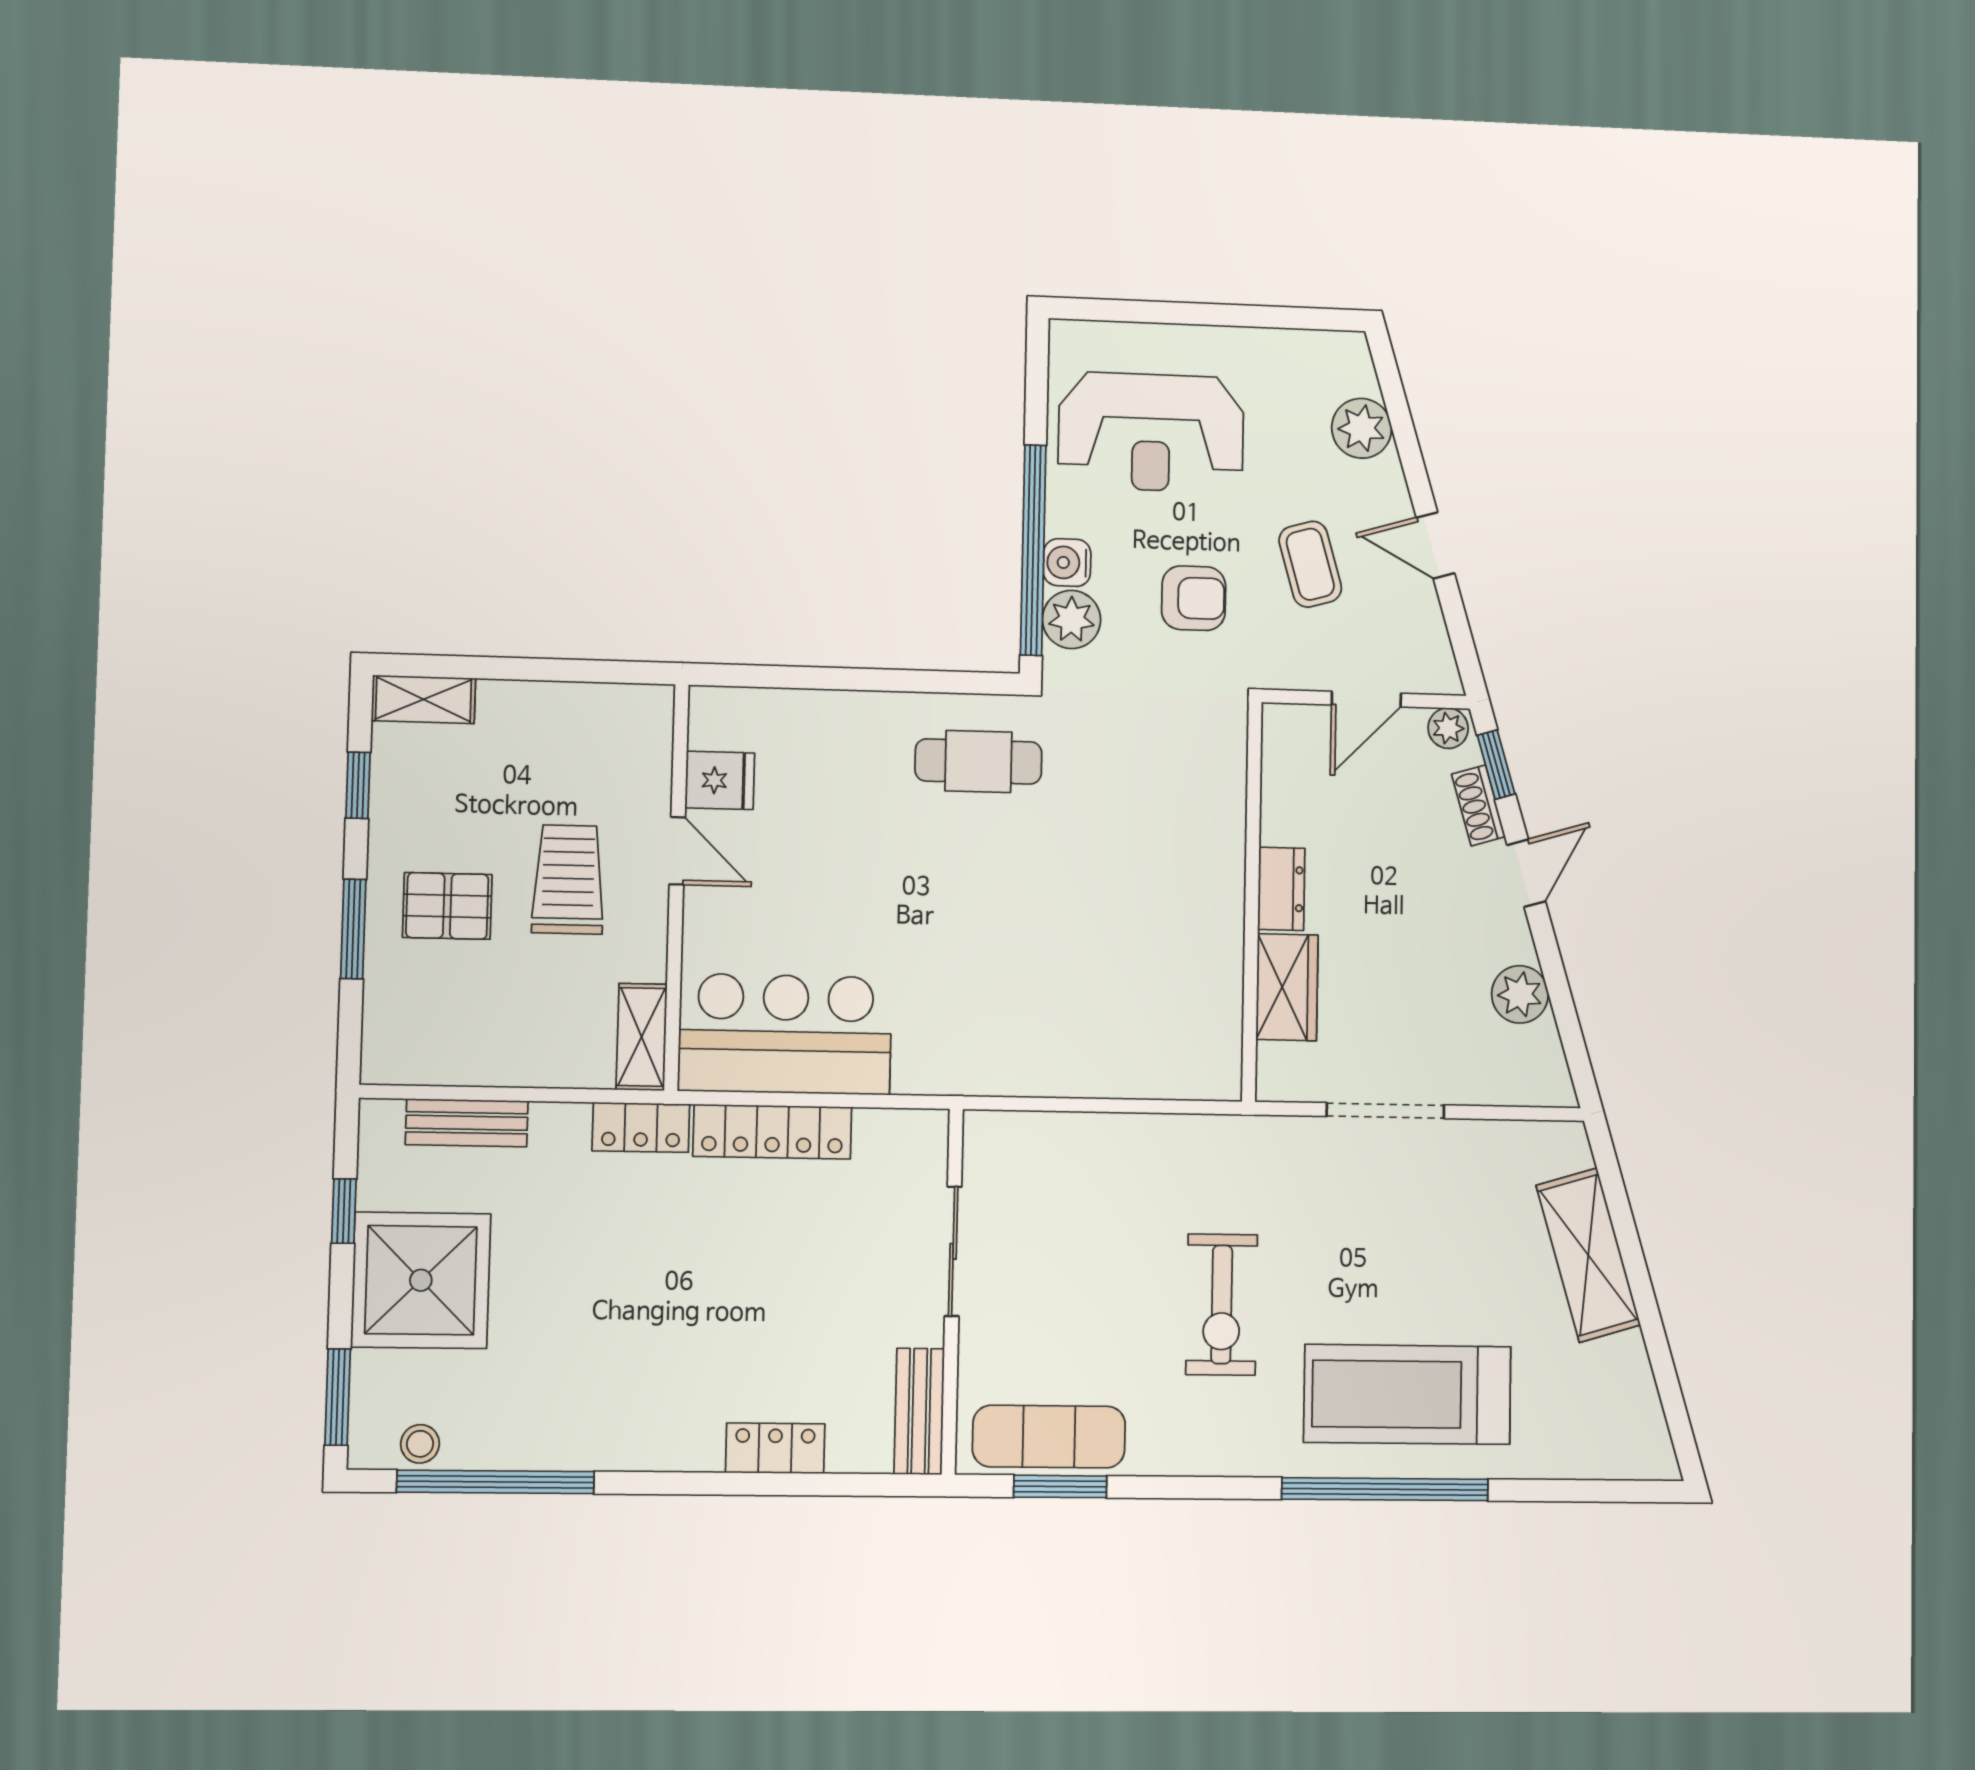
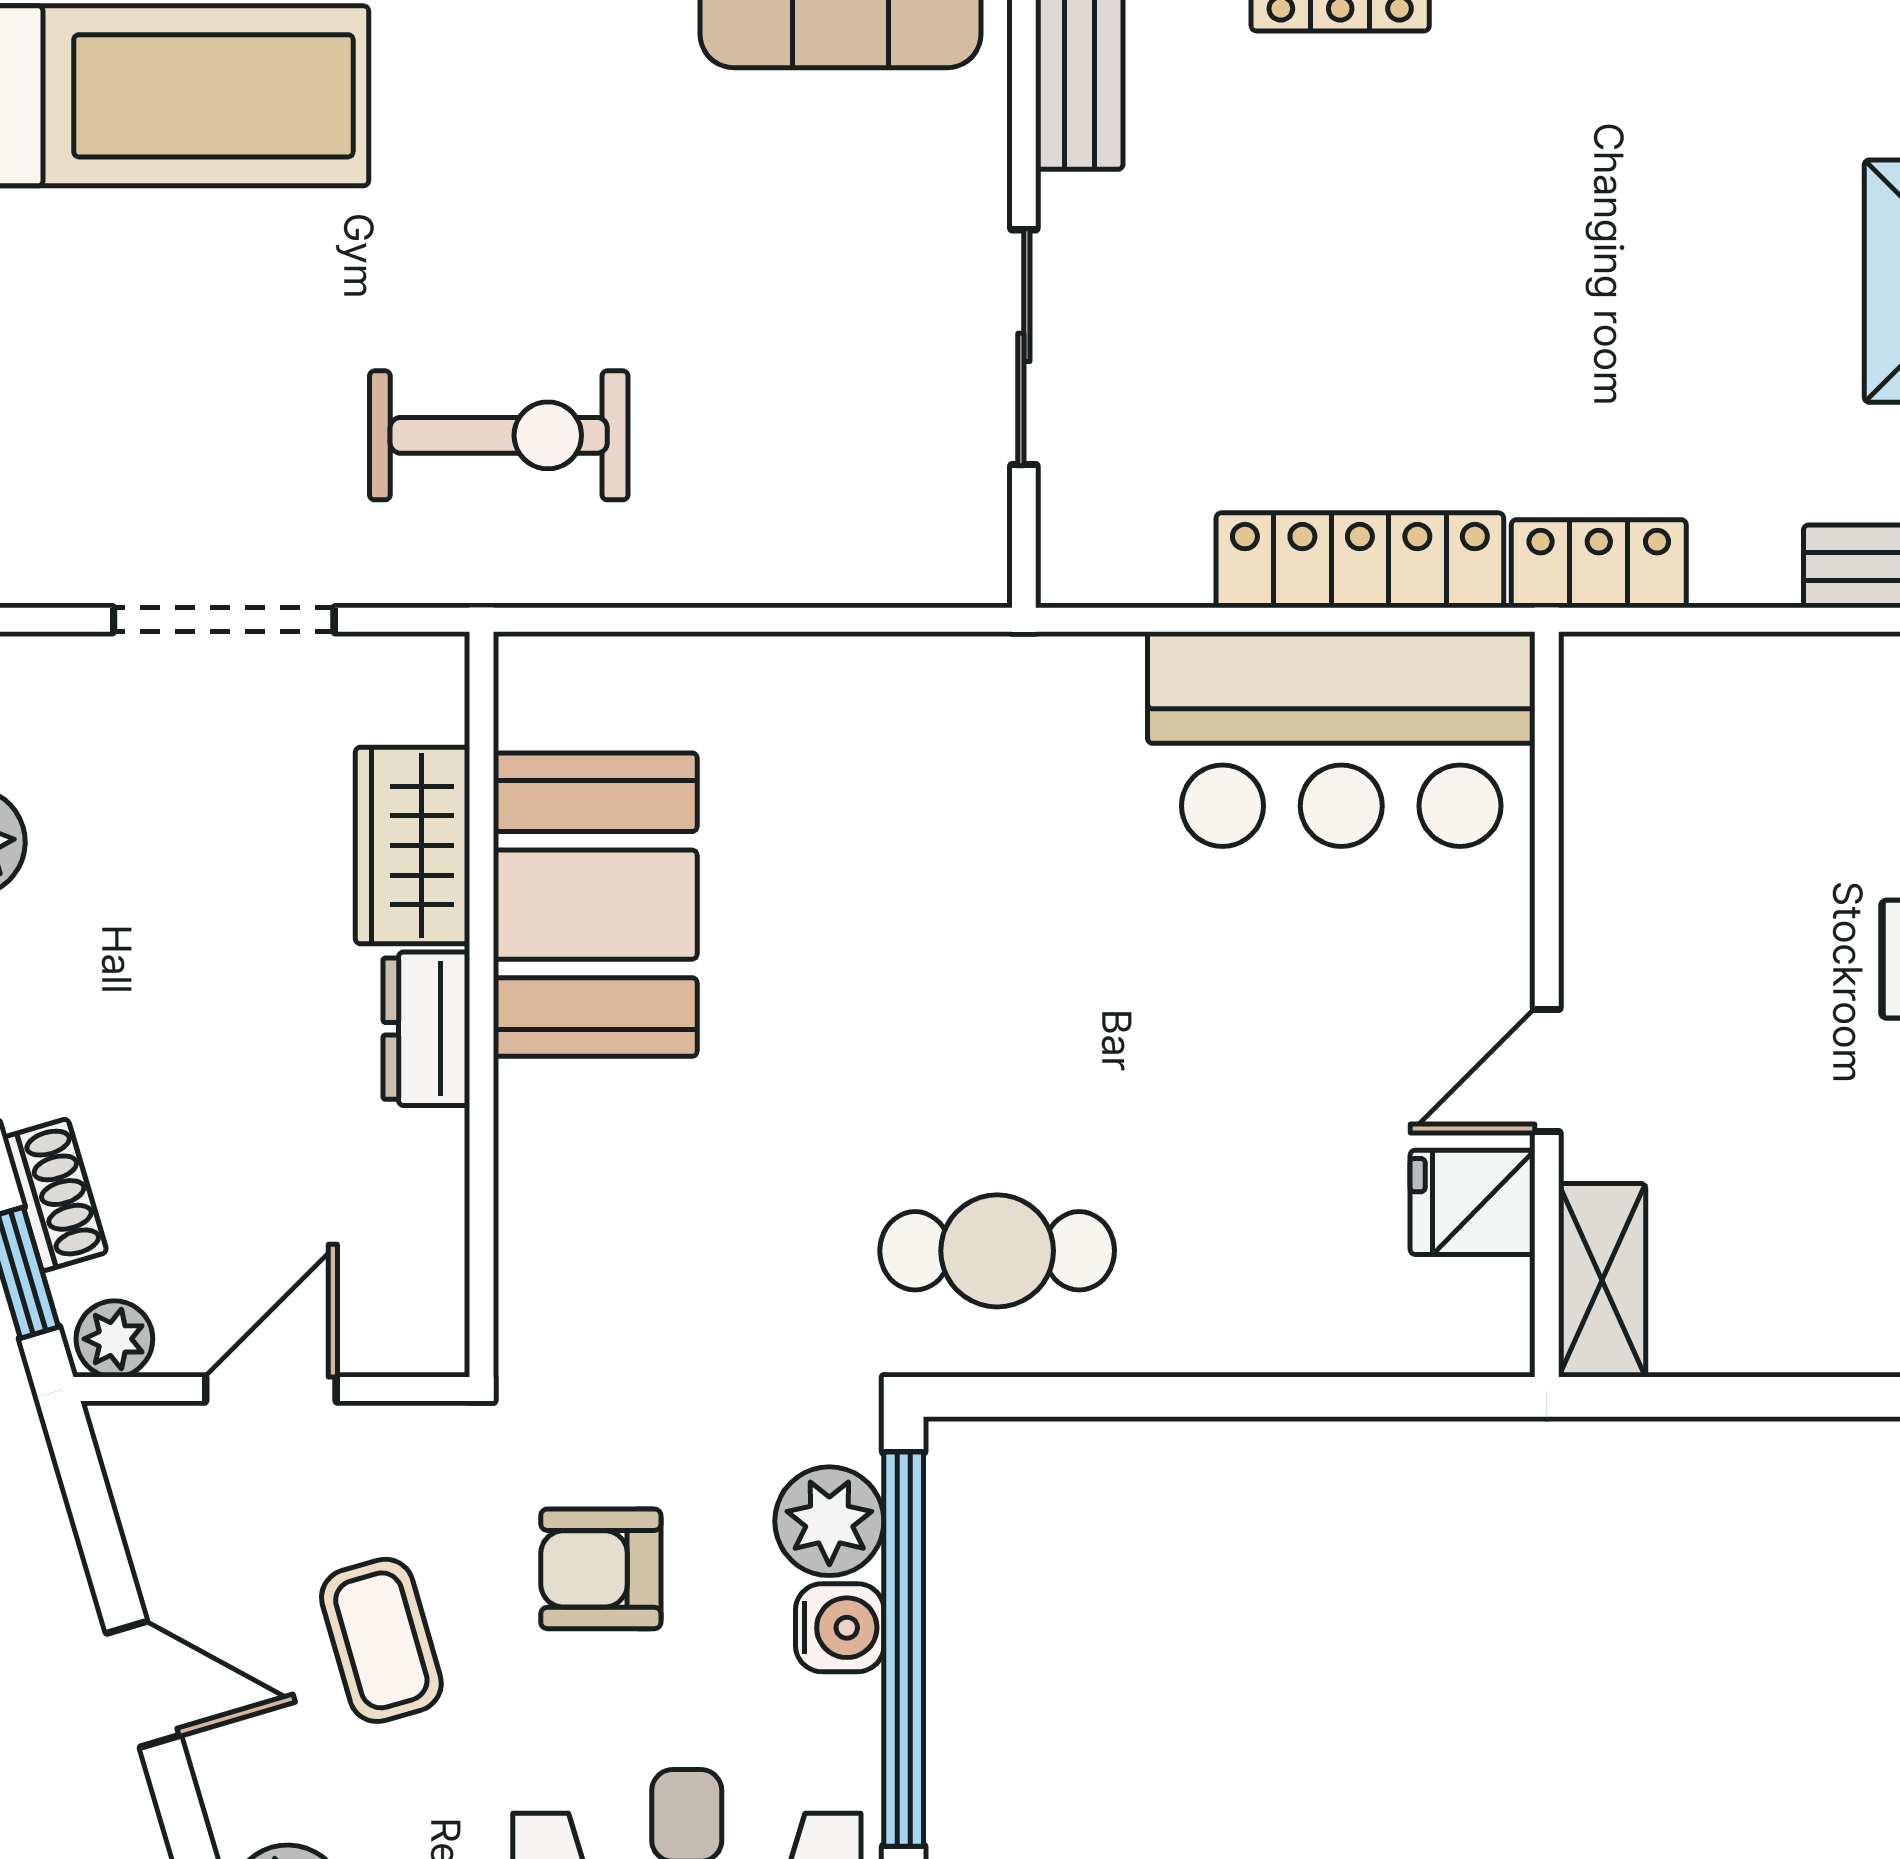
door: (677, 851) -> (1547, 1070), hinge flipped
trolley: (568, 879) -> (1743, 1013), removed
booth: (1190, 953) -> (595, 905), added
shelving: (642, 1037) -> (1602, 1280), moved
exercise bike: (1222, 1305) -> (499, 435), moved, turned 90

